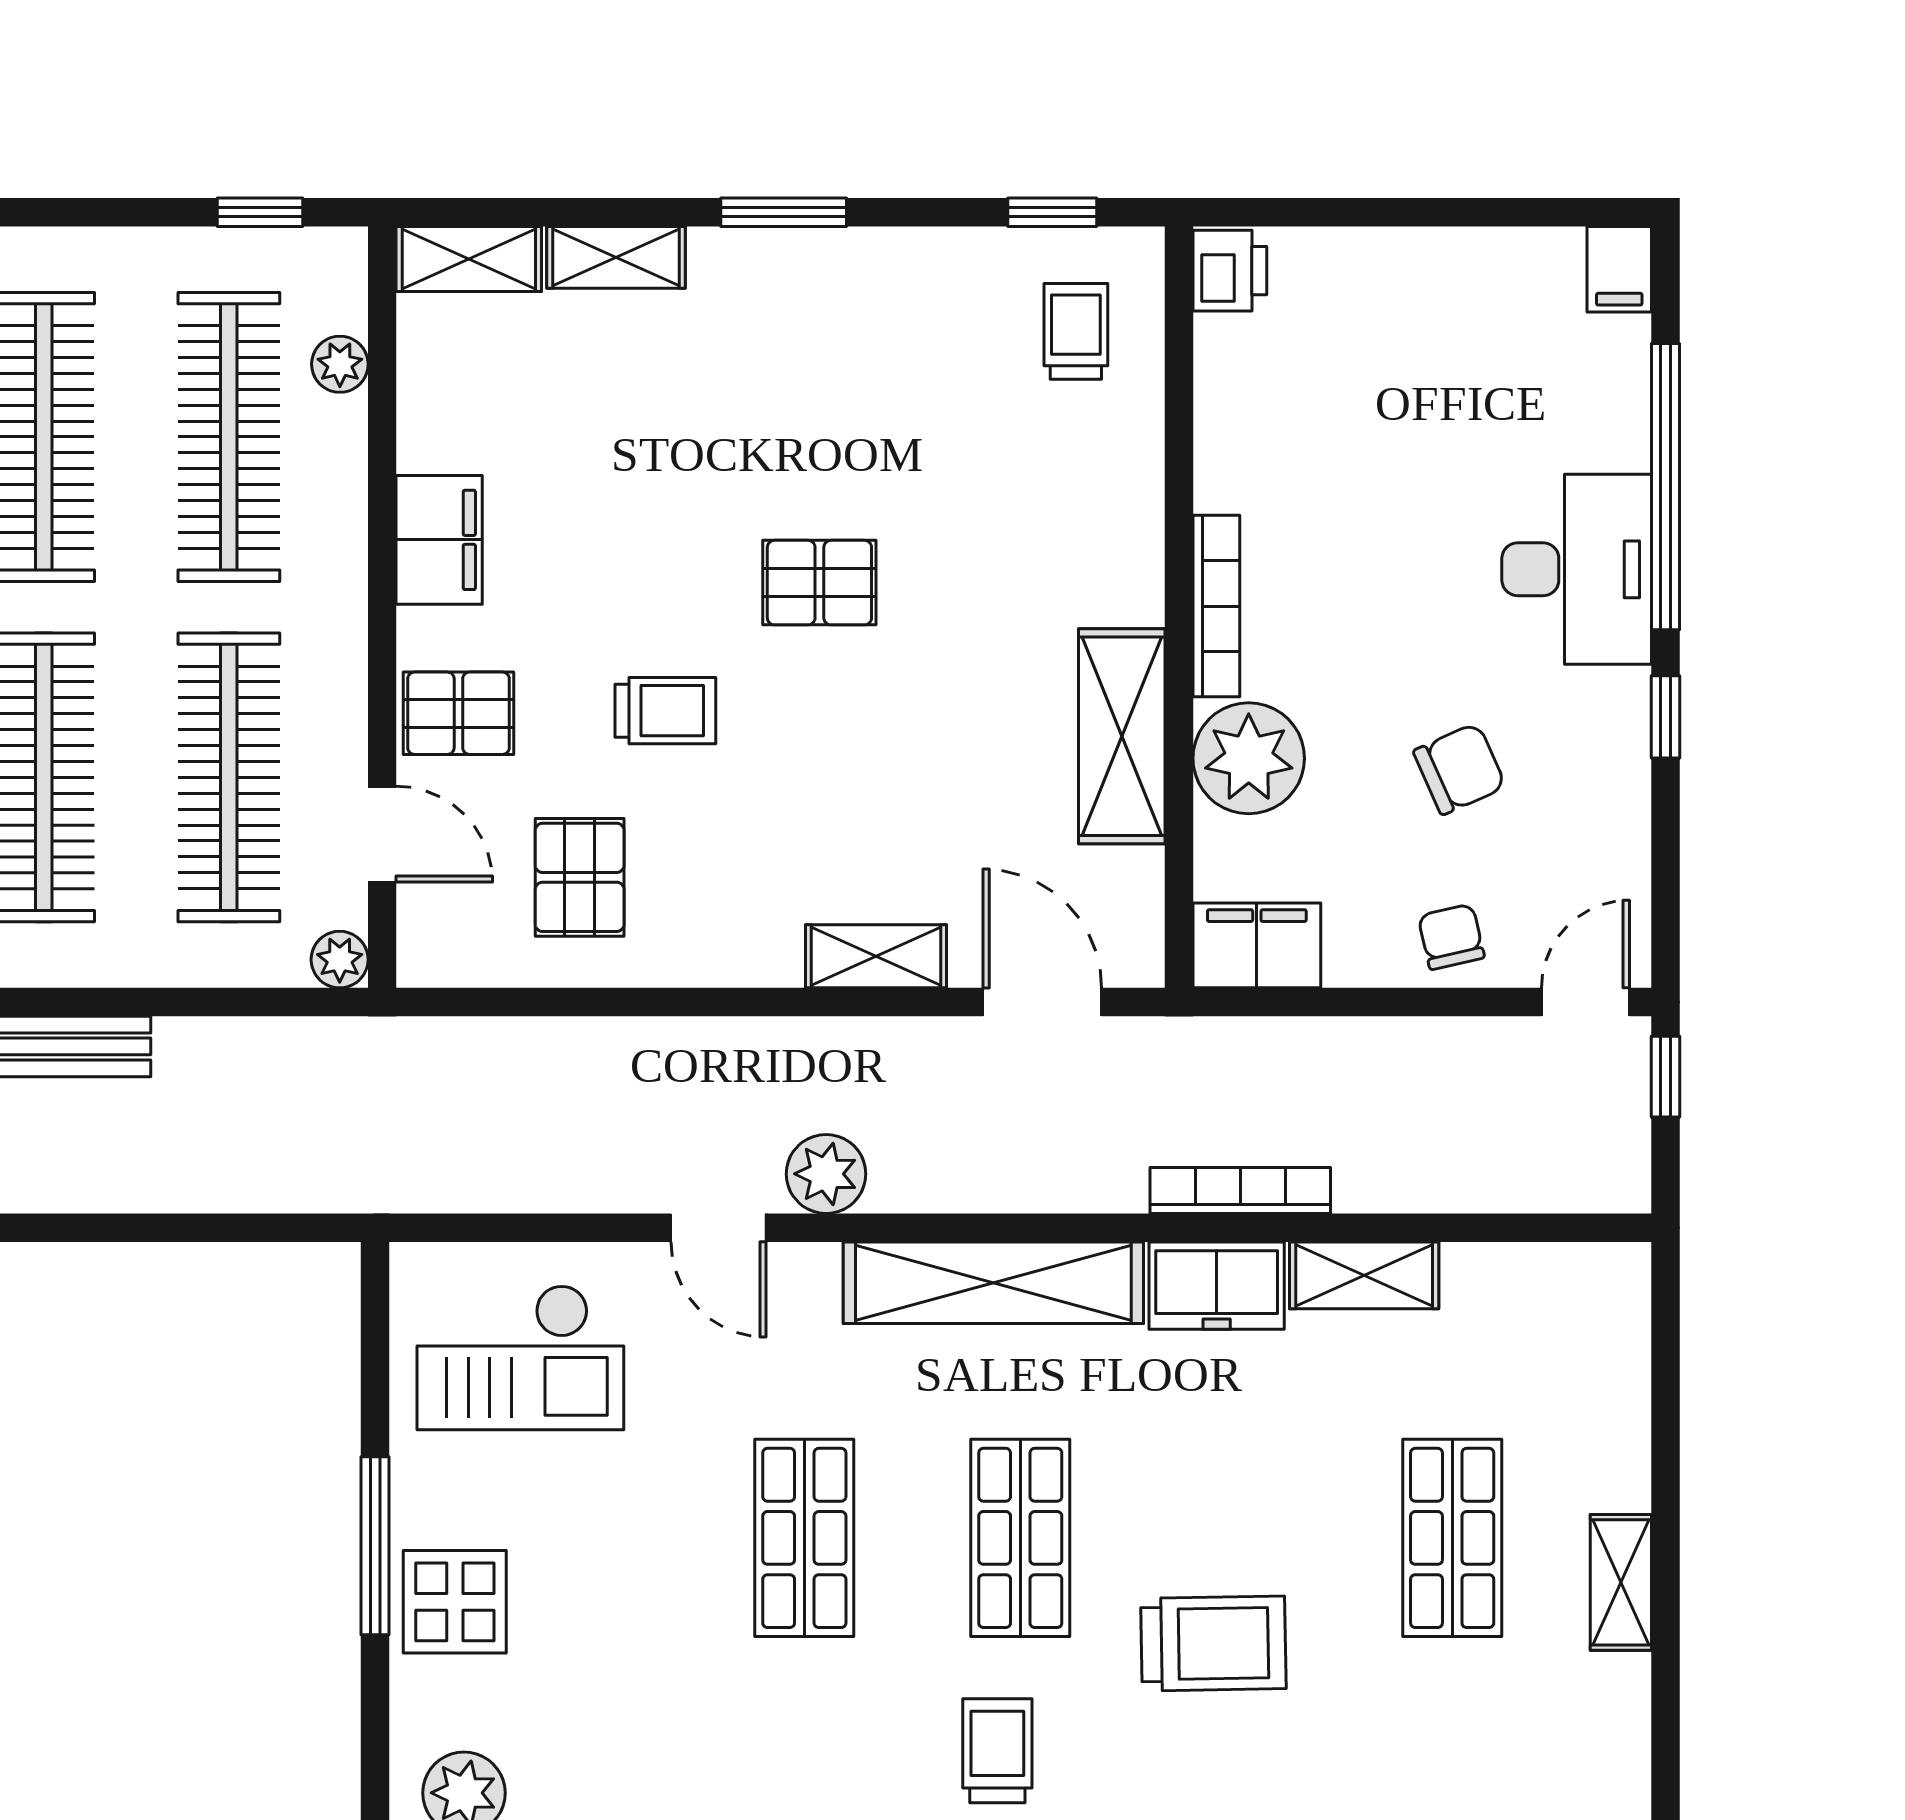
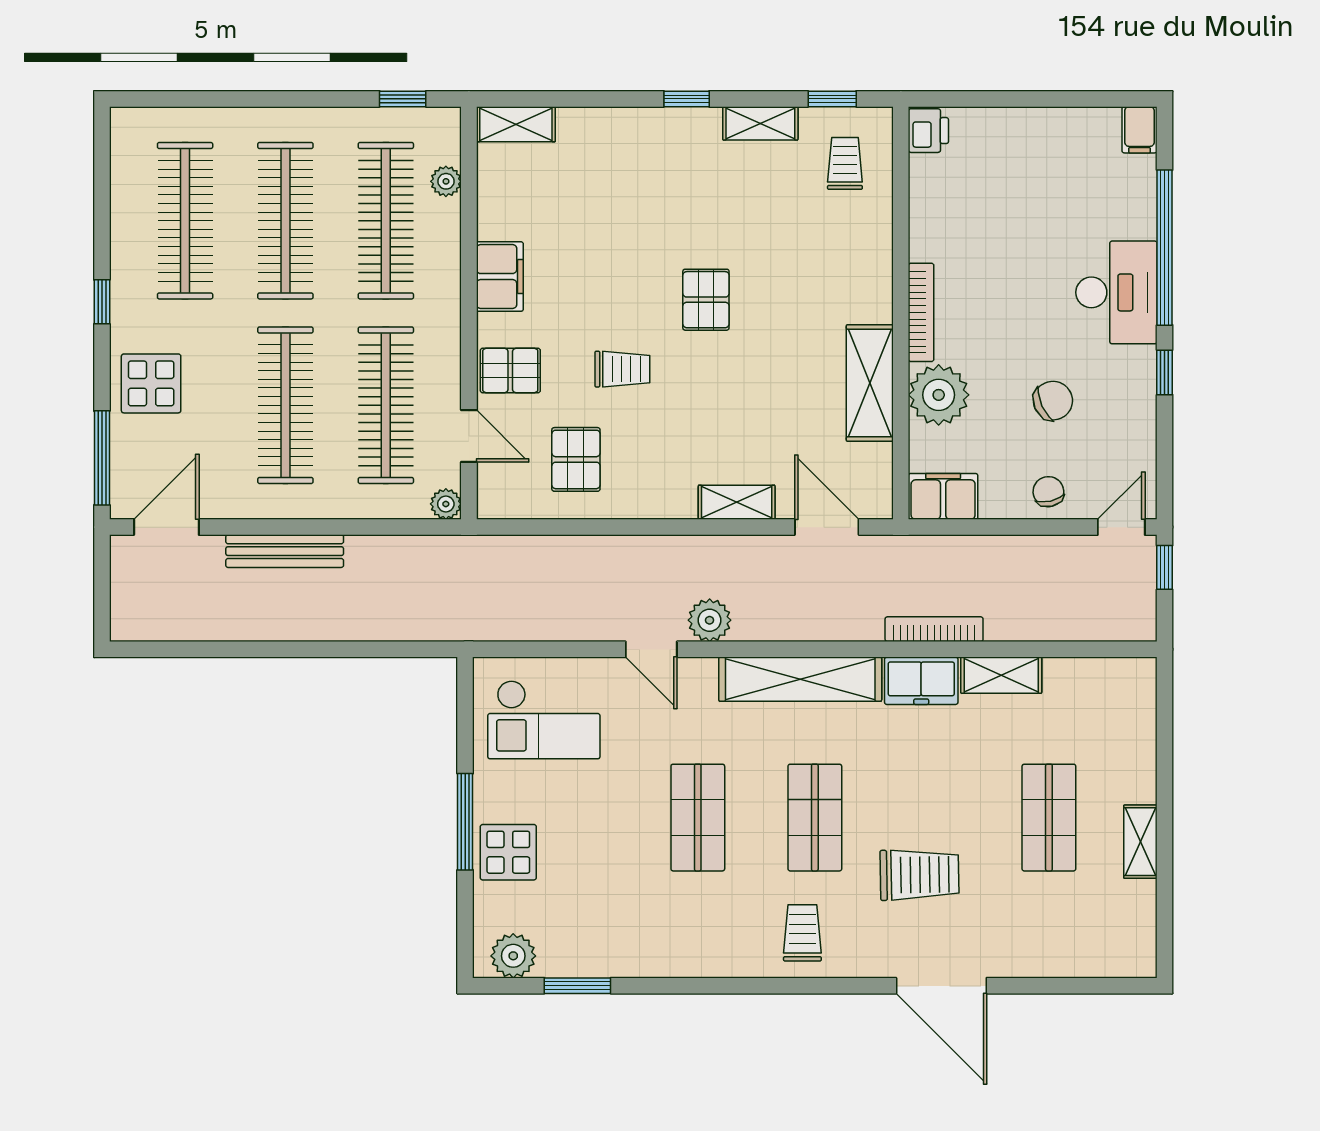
window: (784, 212) -> (687, 99), width x0.67
shelving: (616, 257) -> (760, 123), moved
pallet: (819, 583) -> (706, 300), turned 90

